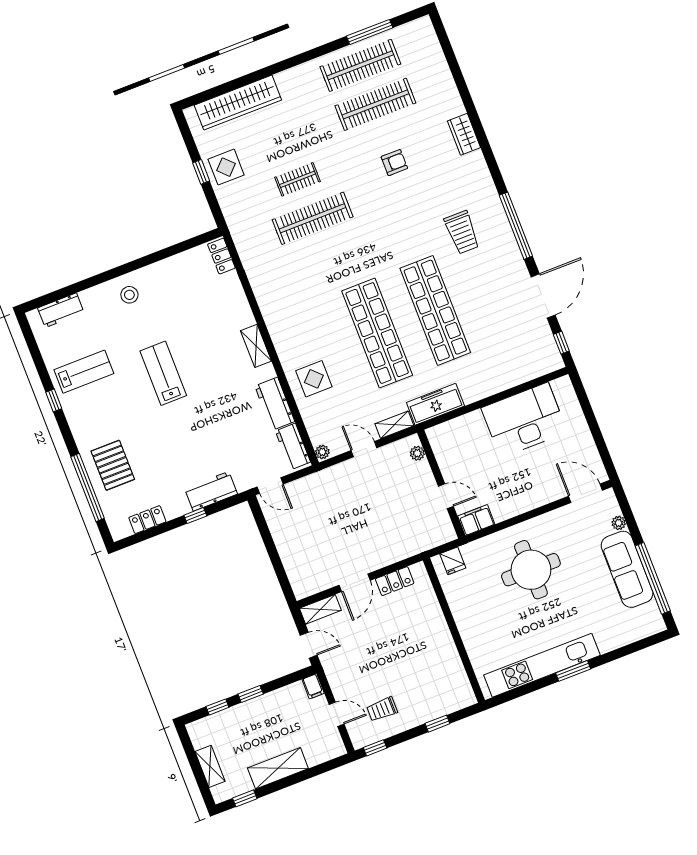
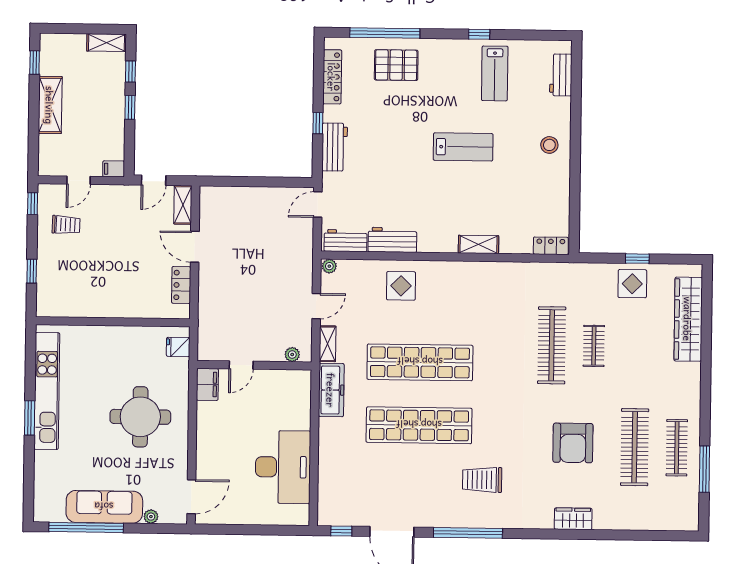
clothes rail: (360, 65) -> (677, 448), width x0.73, depth x0.76
armchair: (394, 163) -> (573, 443), width x1.88, depth x1.88
shelving: (256, 346) -> (479, 244), moved
locker: (147, 520) -> (332, 77), width x1.53
trolley: (382, 709) -> (66, 225), turned 92
shelving: (210, 766) -> (107, 43), moved

